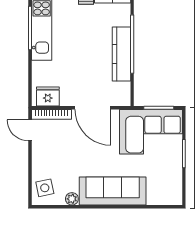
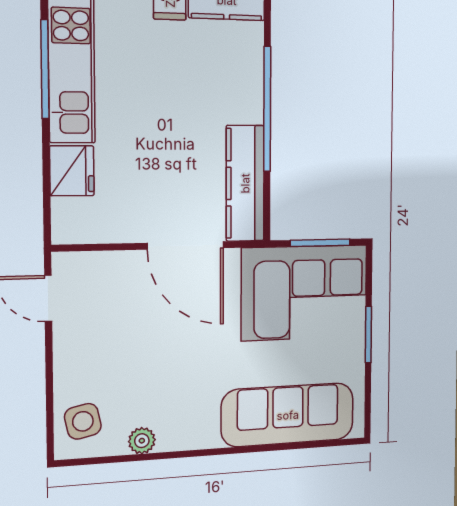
kitchen counter: (121, 54) -> (245, 183), moved
fridge: (48, 96) -> (72, 171), moved, turned 90
bookcase: (51, 114) -> (96, 262), removed
sofa: (113, 191) -> (288, 415), moved

